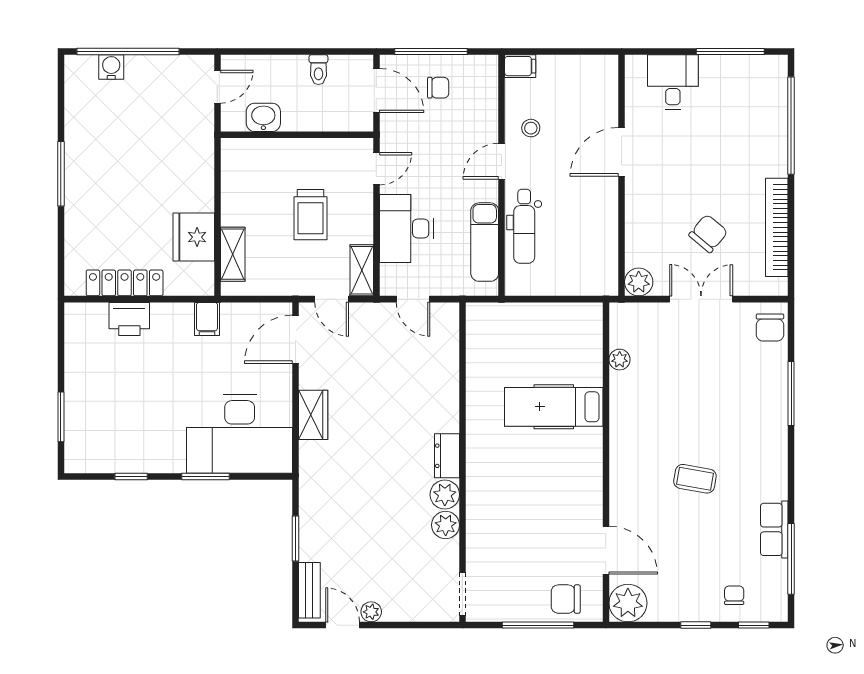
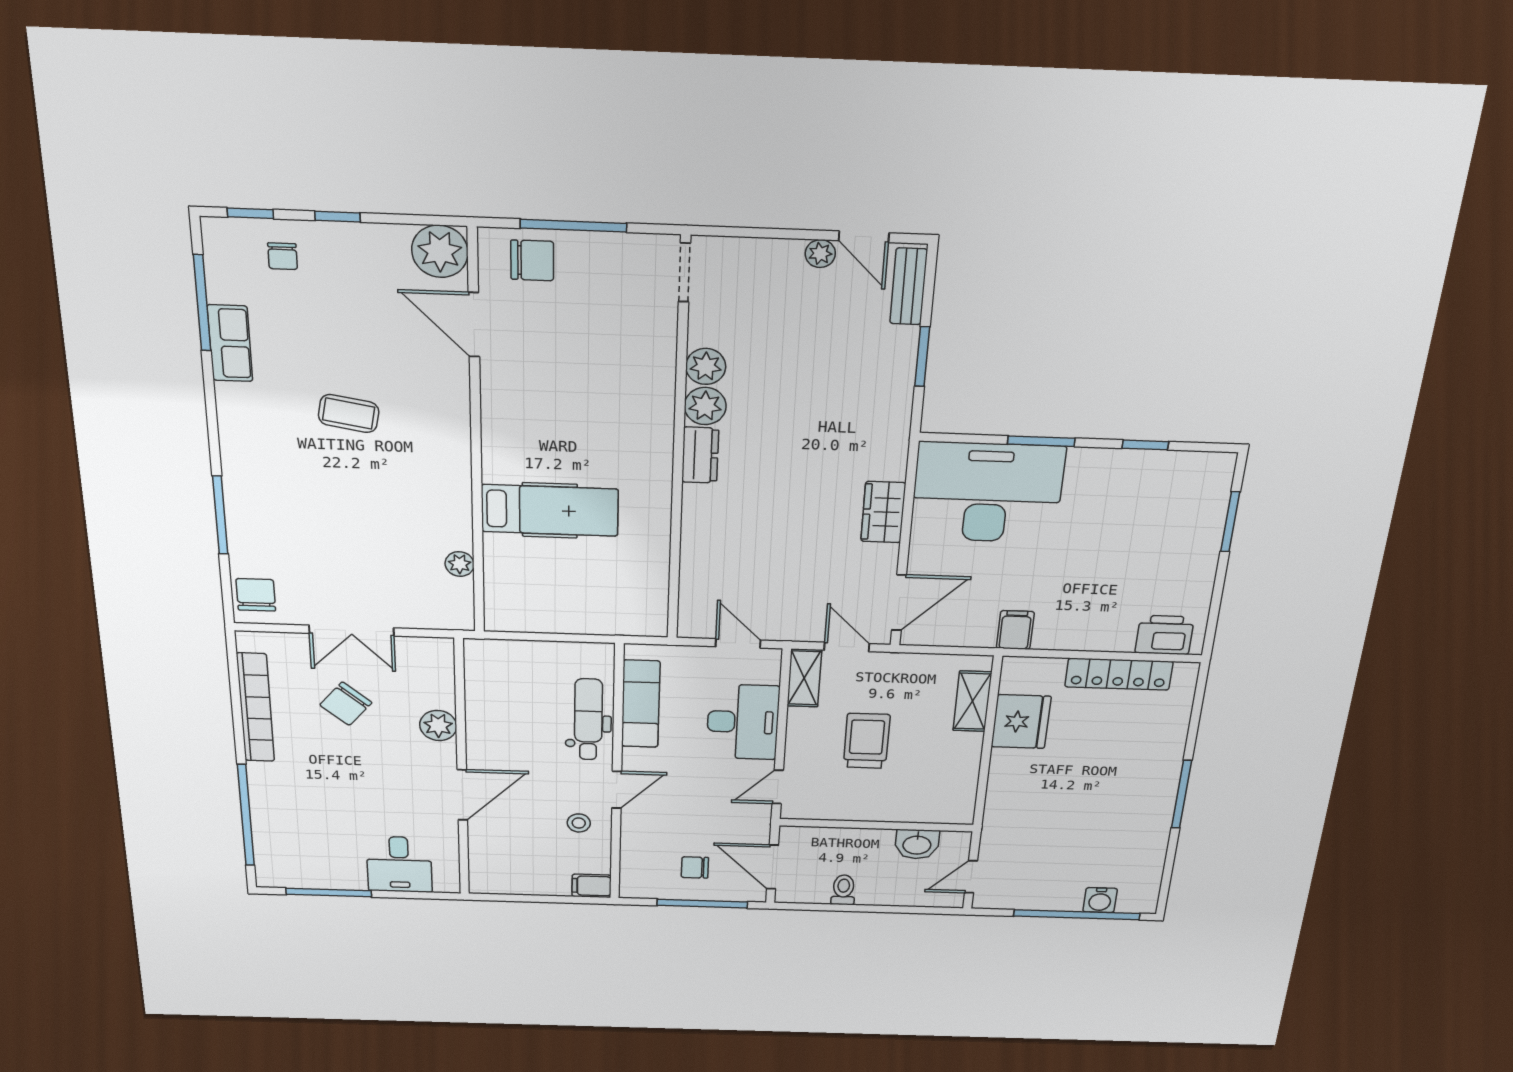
plant: (639, 282) -> (438, 726), moved
printer: (129, 319) -> (1165, 635), moved

